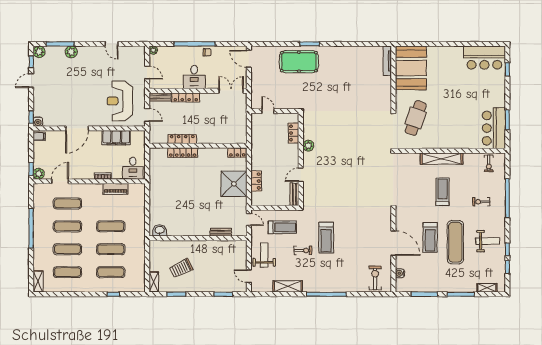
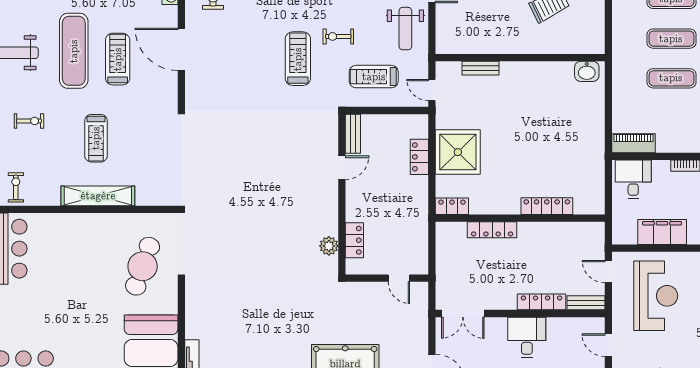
locker: (182, 139) -> (492, 230), moved
plant: (308, 146) -> (329, 246), moved
piano: (115, 189) -> (634, 143), moved

